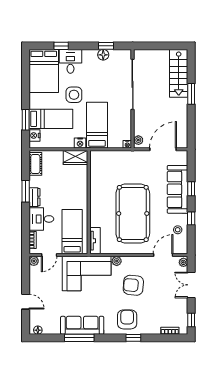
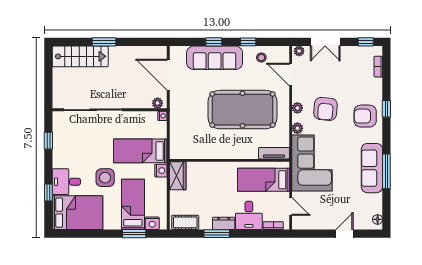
floor lamp: (103, 55) -> (59, 144), removed
plant: (34, 261) -> (297, 108), moved

